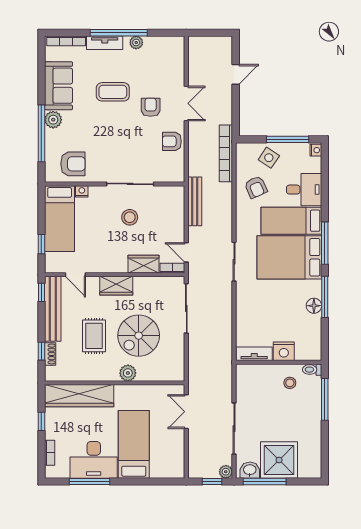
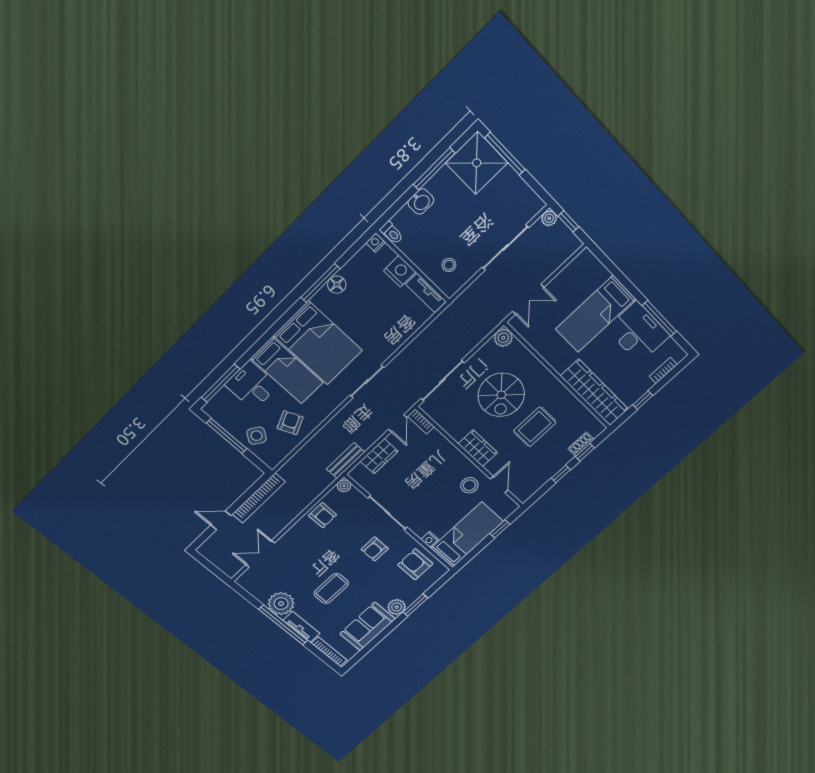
plant: (136, 42) -> (281, 604), width x1.88, depth x1.88
coffee table: (113, 92) -> (331, 588), turned 90
double door: (186, 103) -> (260, 554), moved
armchair: (151, 107) -> (375, 549), moved
window: (41, 133) -> (415, 605), width x0.47
nightstand: (316, 150) -> (376, 242), moved
bookcase: (226, 153) -> (259, 498), moved
plant: (178, 176) -> (344, 486), added
bench: (195, 201) -> (346, 461), width x0.73
stool: (130, 217) -> (469, 485), moved
window: (325, 243) -> (221, 383), moved
wardrobe: (143, 264) -> (379, 456), moved, turned -90
window: (41, 292) -> (561, 474), moved
bench: (53, 309) -> (543, 475), removed
spiral stairs: (139, 336) -> (501, 395), turned 90
plant: (128, 373) -> (503, 338), moved
stool: (290, 383) -> (449, 265), moved
window: (325, 399) -> (434, 169), moved
shower: (279, 460) -> (477, 163), moved
washbasin: (250, 470) -> (421, 201), moved, turned -90
window: (265, 482) -> (505, 154), moved

